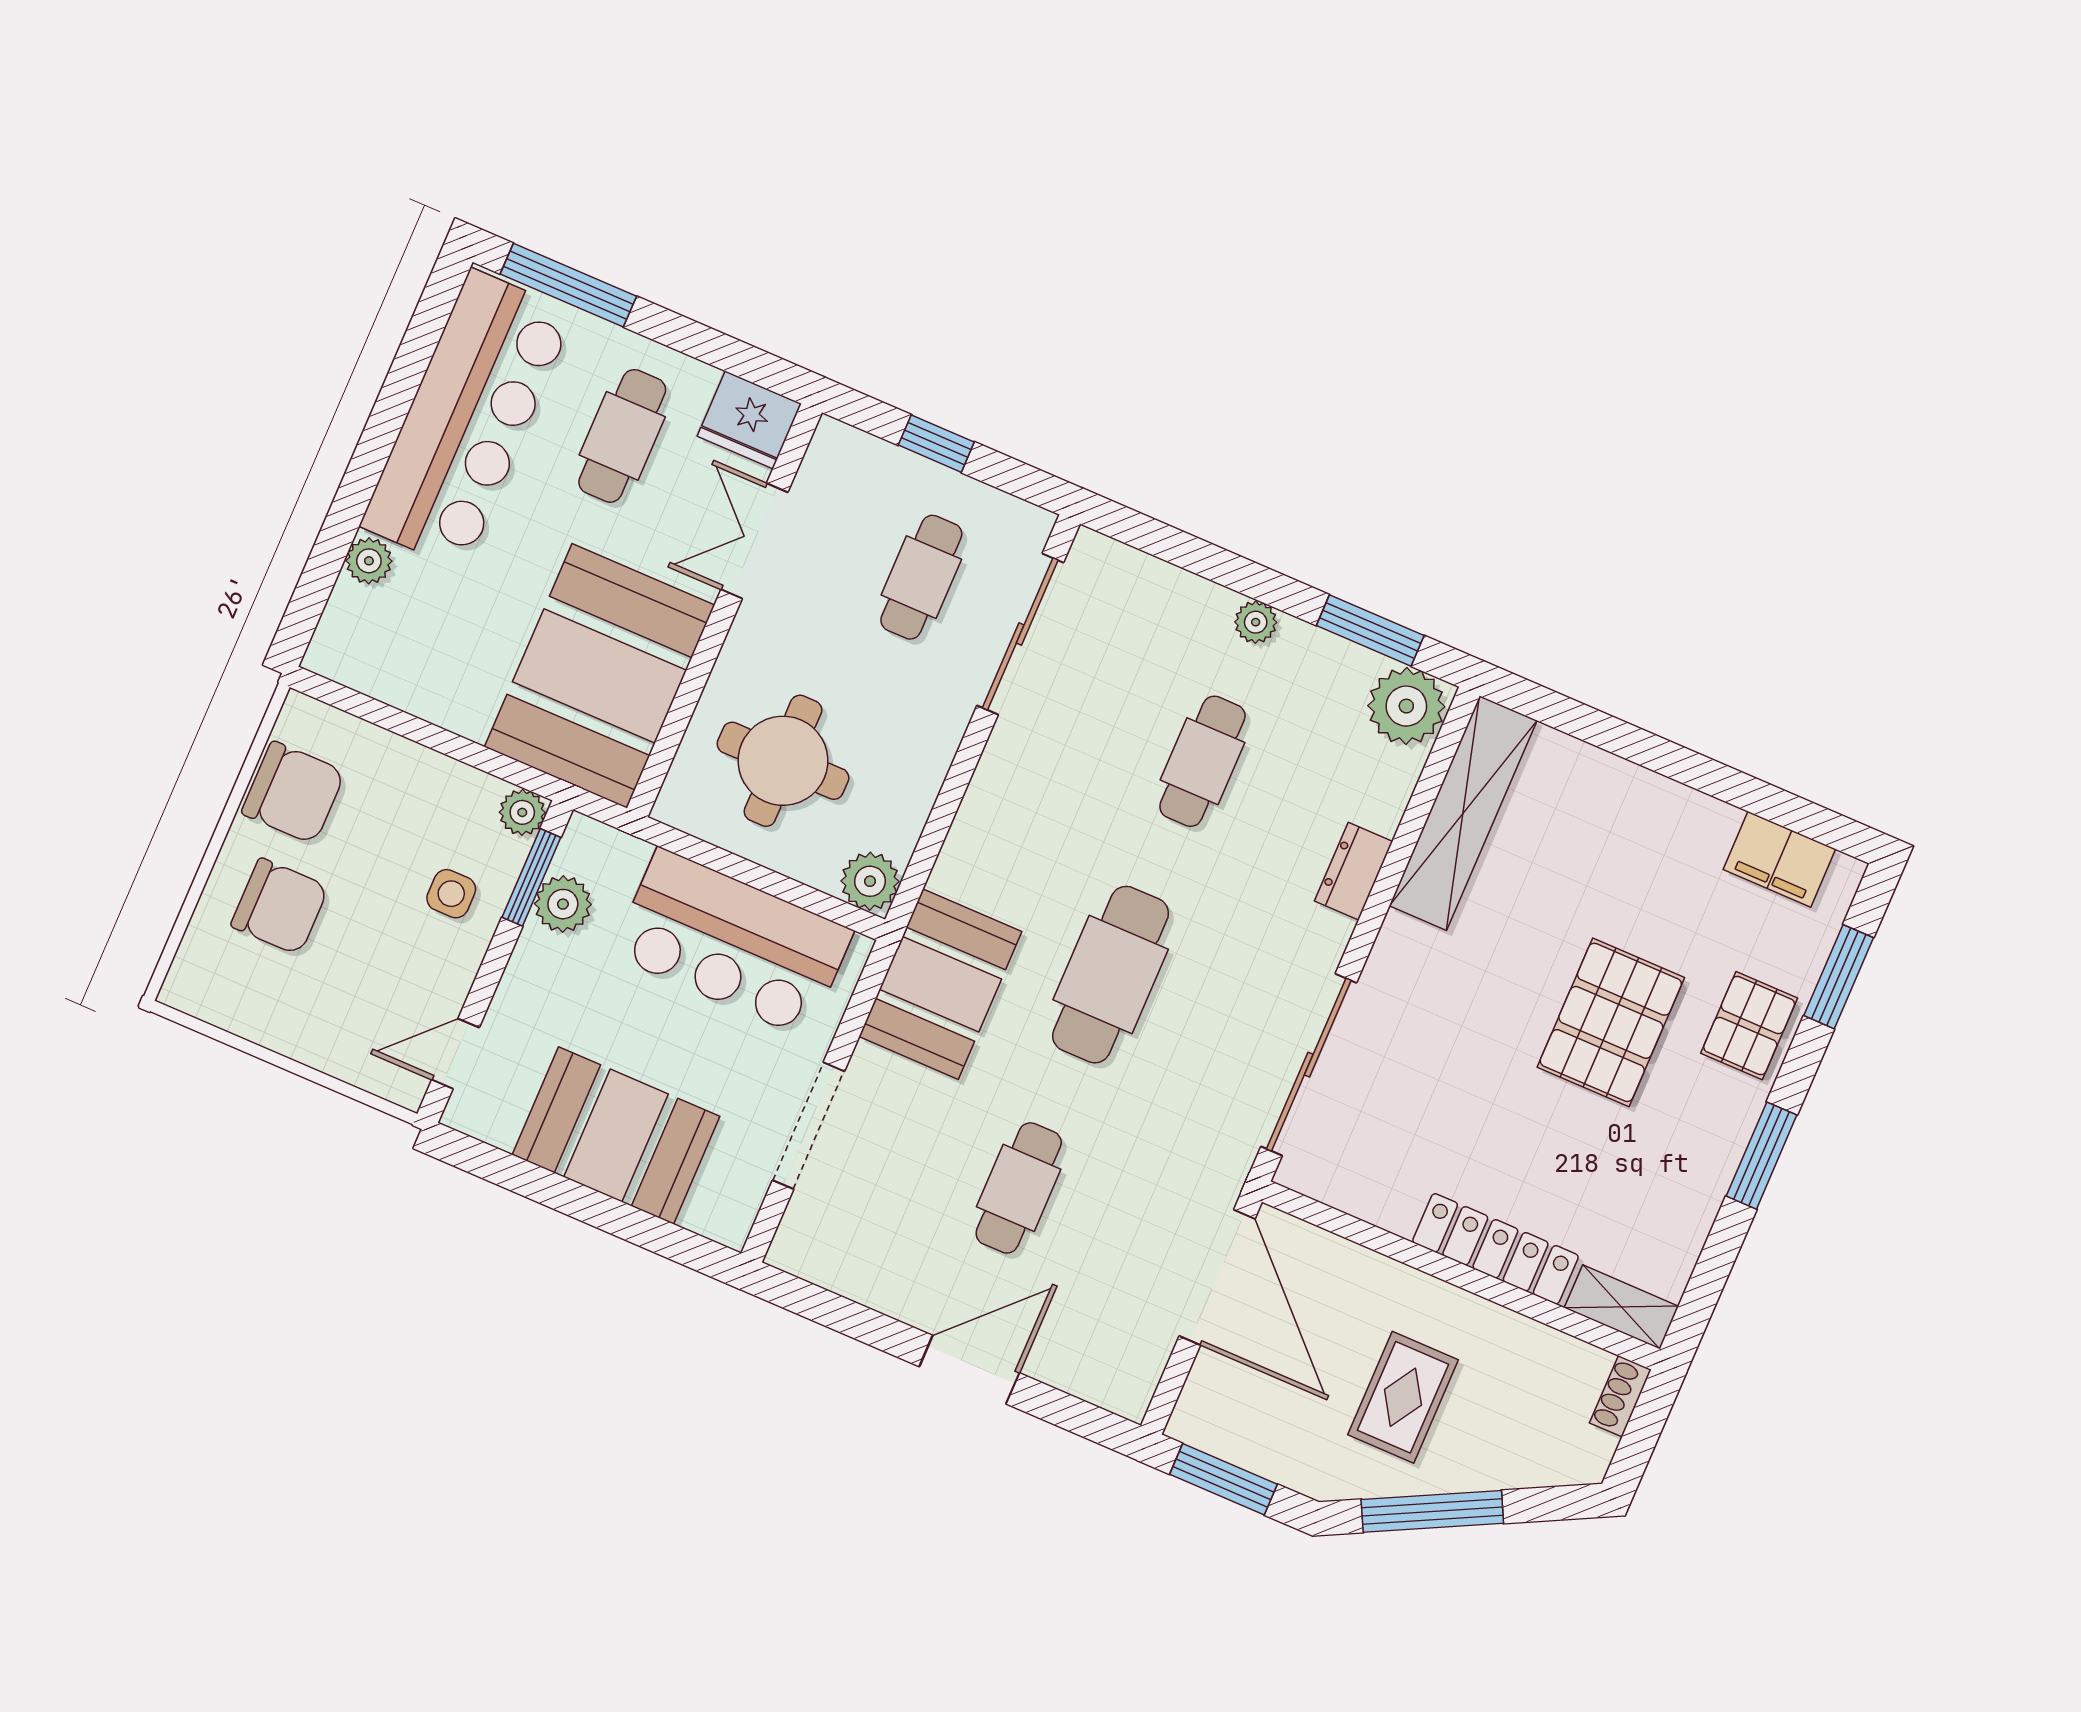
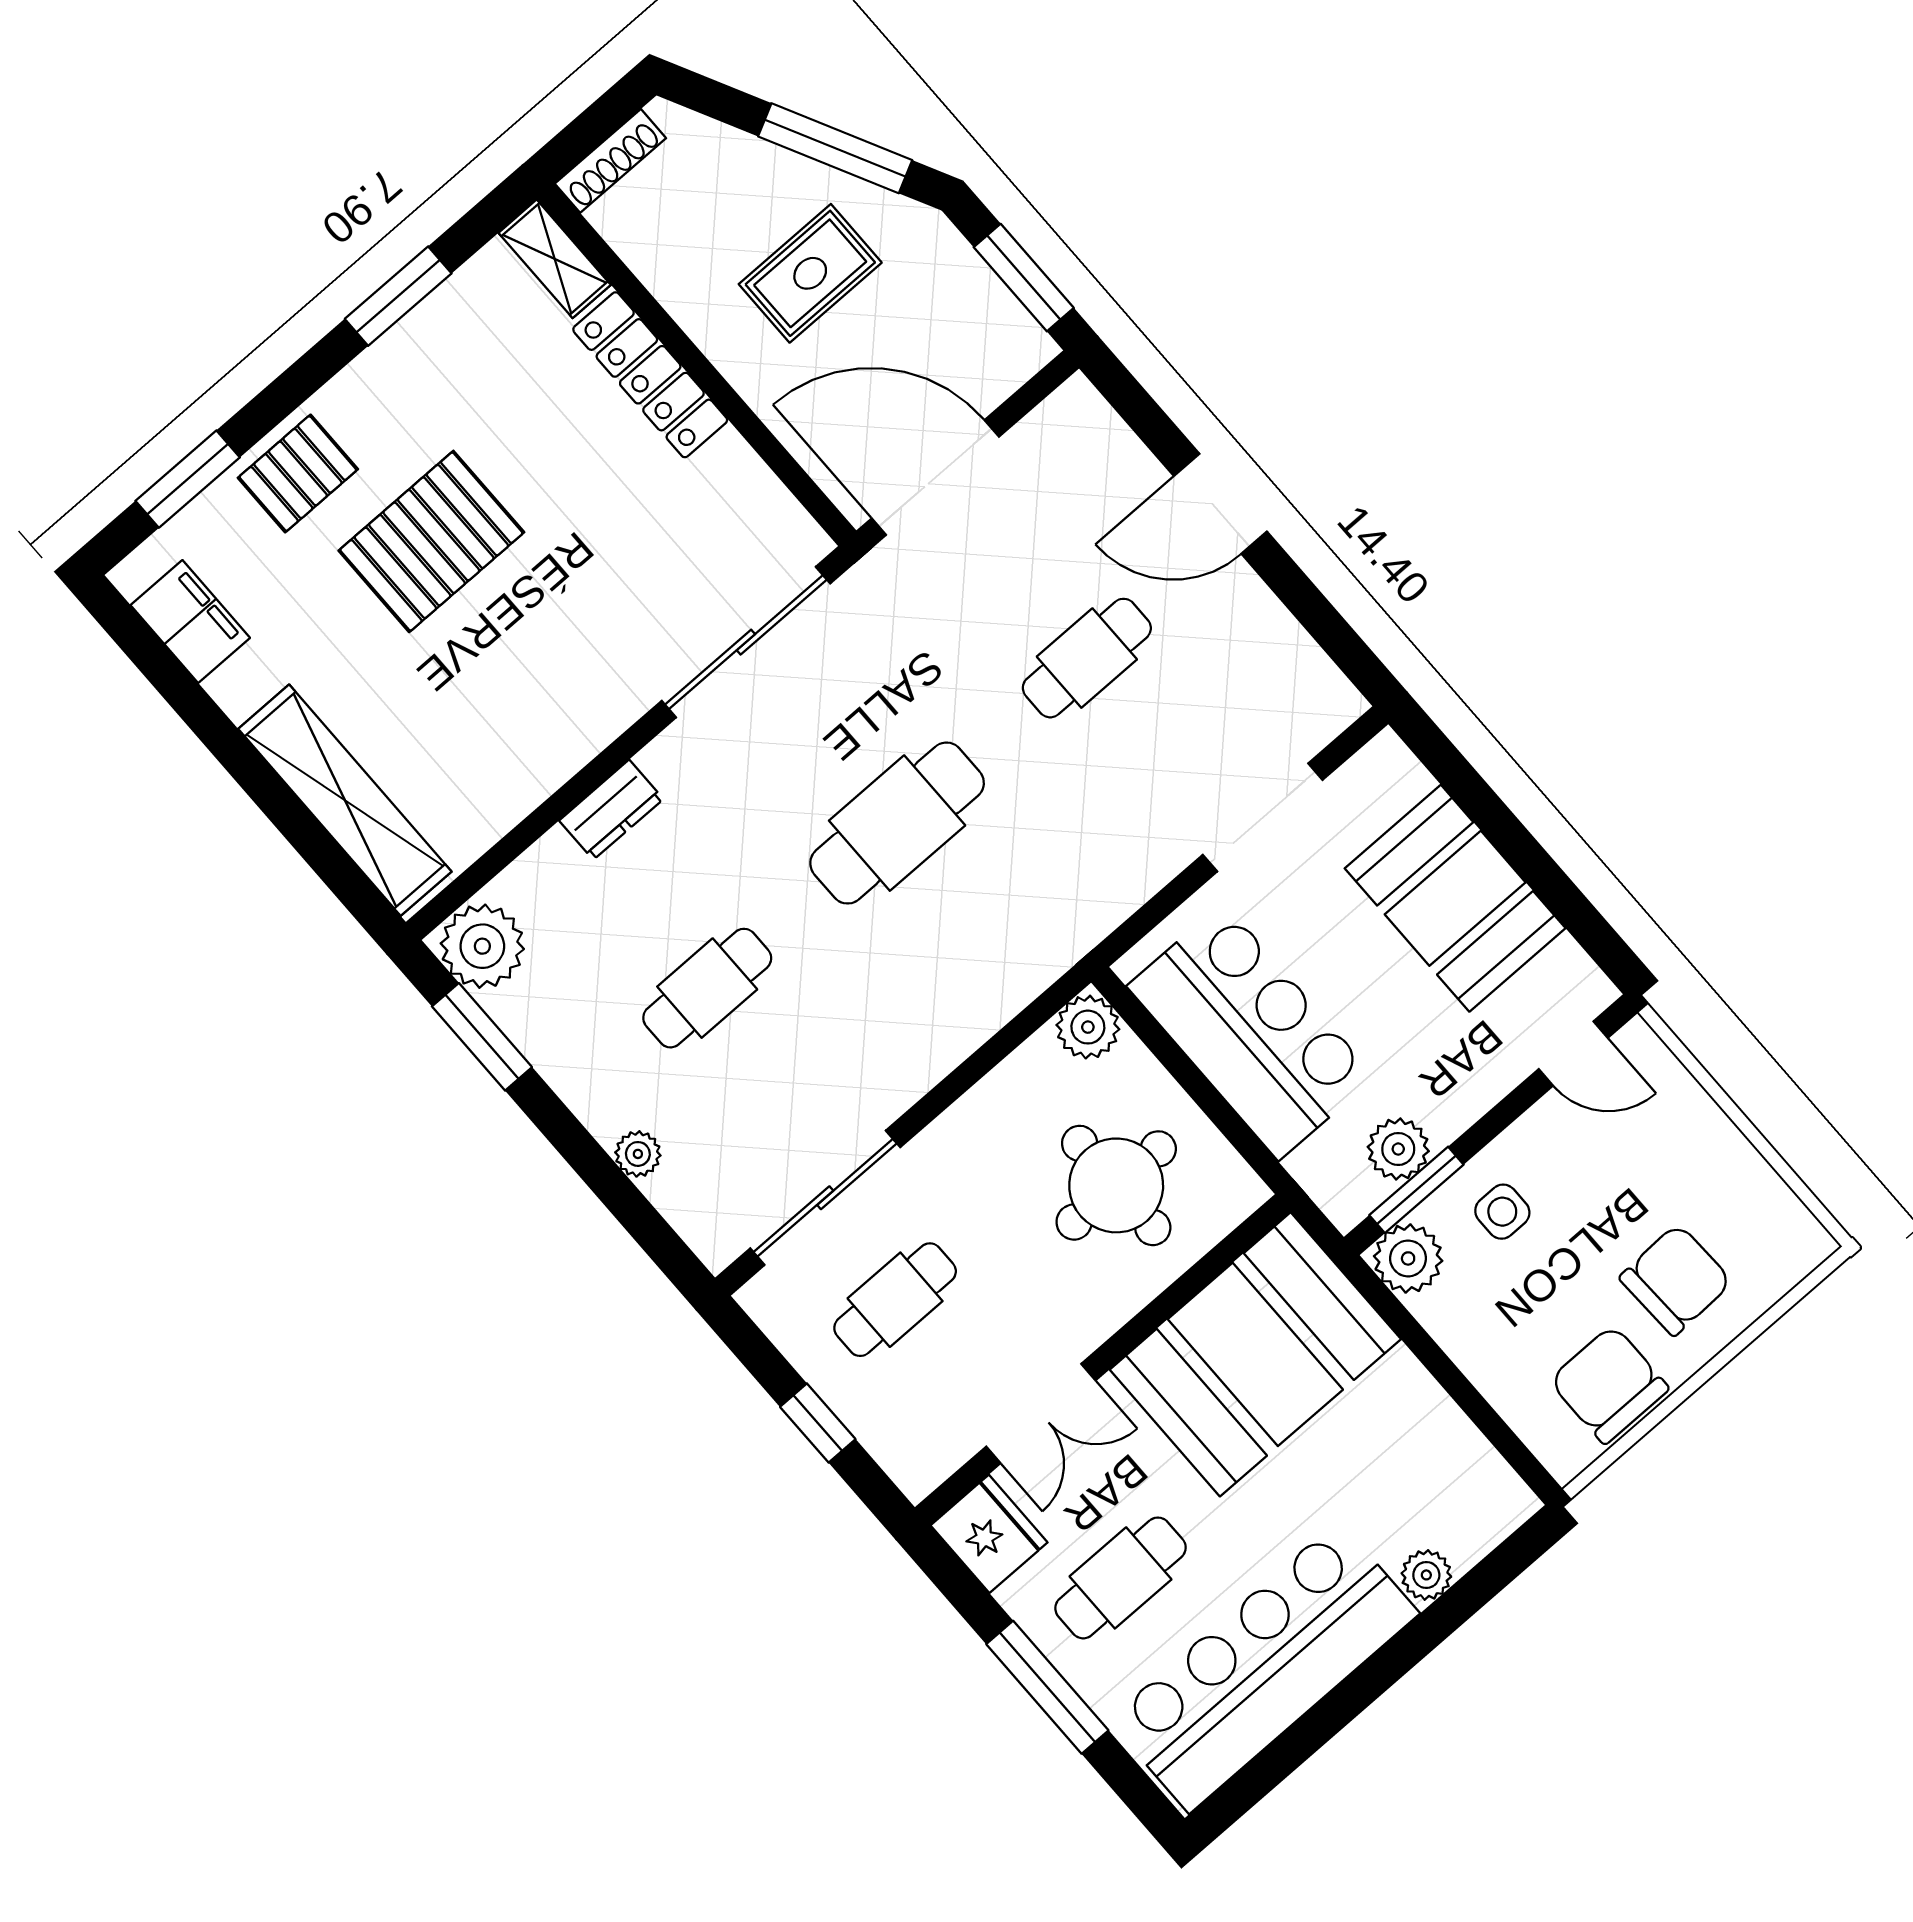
window: (568, 285) -> (1047, 1687), moved
plant: (1256, 622) -> (638, 1154), moved
plant: (522, 812) -> (1408, 1258), width x1.38, depth x1.38
shelving: (1463, 813) -> (345, 800), moved, turned 90
chair: (280, 906) -> (1676, 1280), turned 88
booth: (940, 984) -> (1068, 894), removed
window: (1762, 1156) -> (398, 296), moved
door: (1217, 1277) -> (935, 478), hinge flipped
shoe rack: (1620, 1396) -> (610, 161), width x1.43

